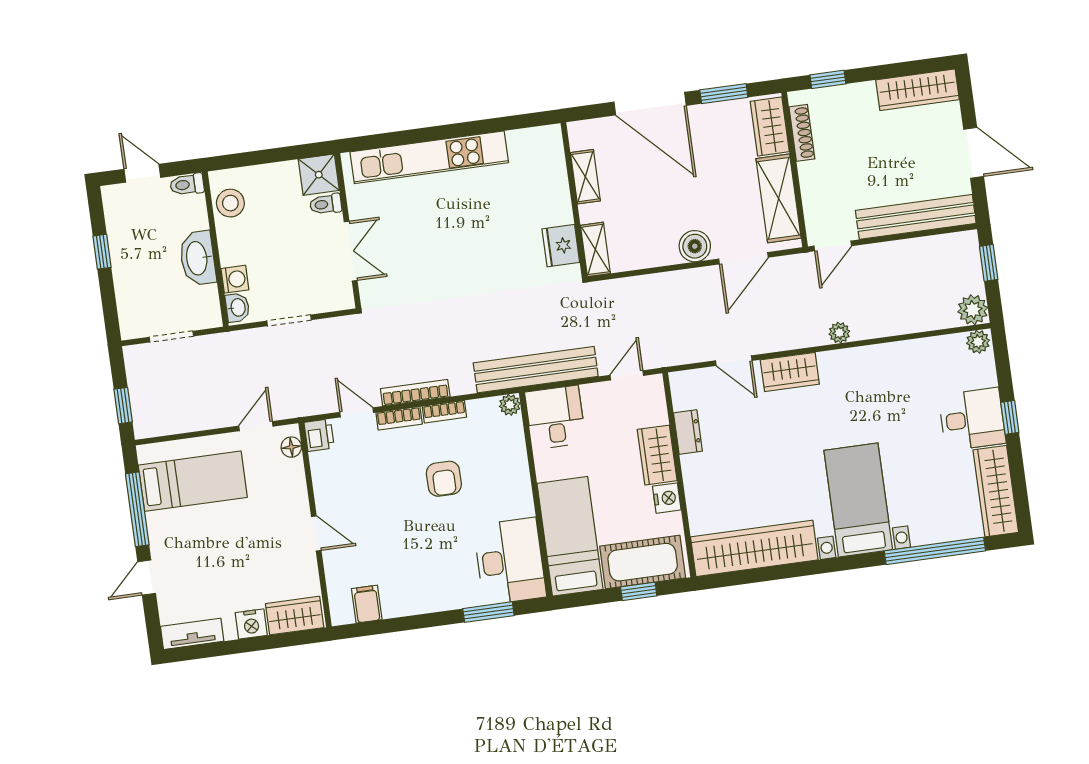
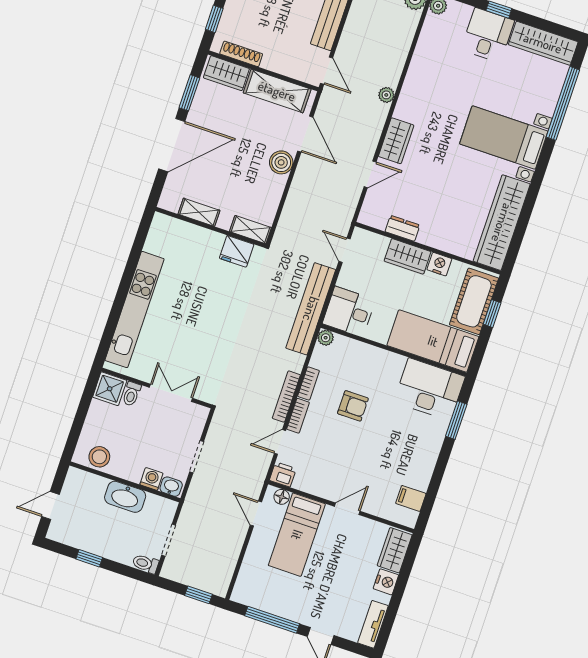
toilet: (187, 184) -> (145, 564), moved, turned 90
bed: (193, 481) -> (297, 535), moved, turned 180

